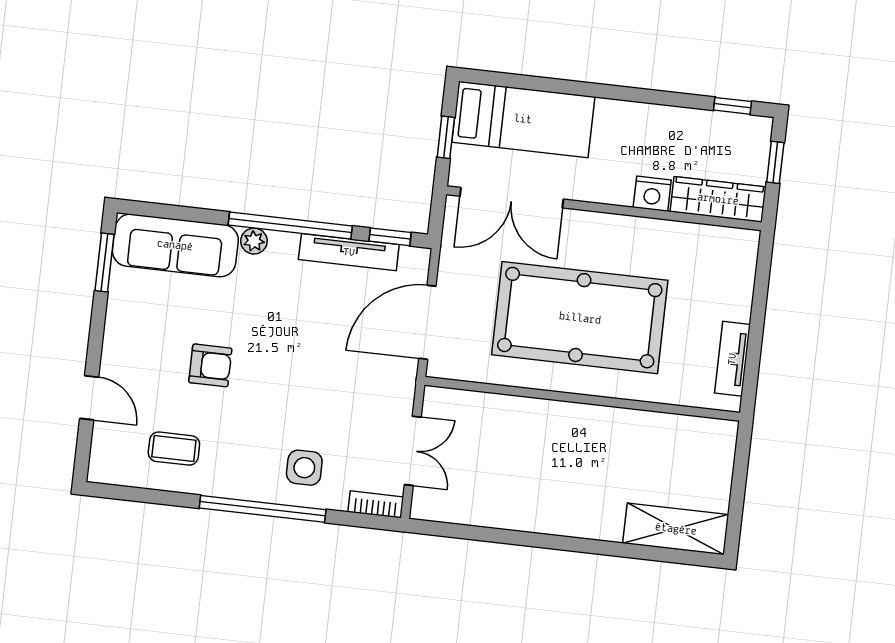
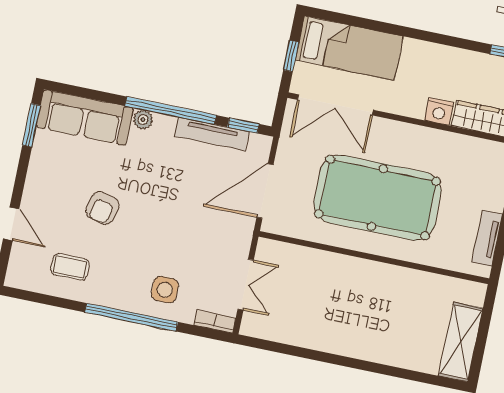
armchair: (210, 365) -> (102, 208), turned 104
shelving: (676, 529) -> (461, 342), moved, turned 90

